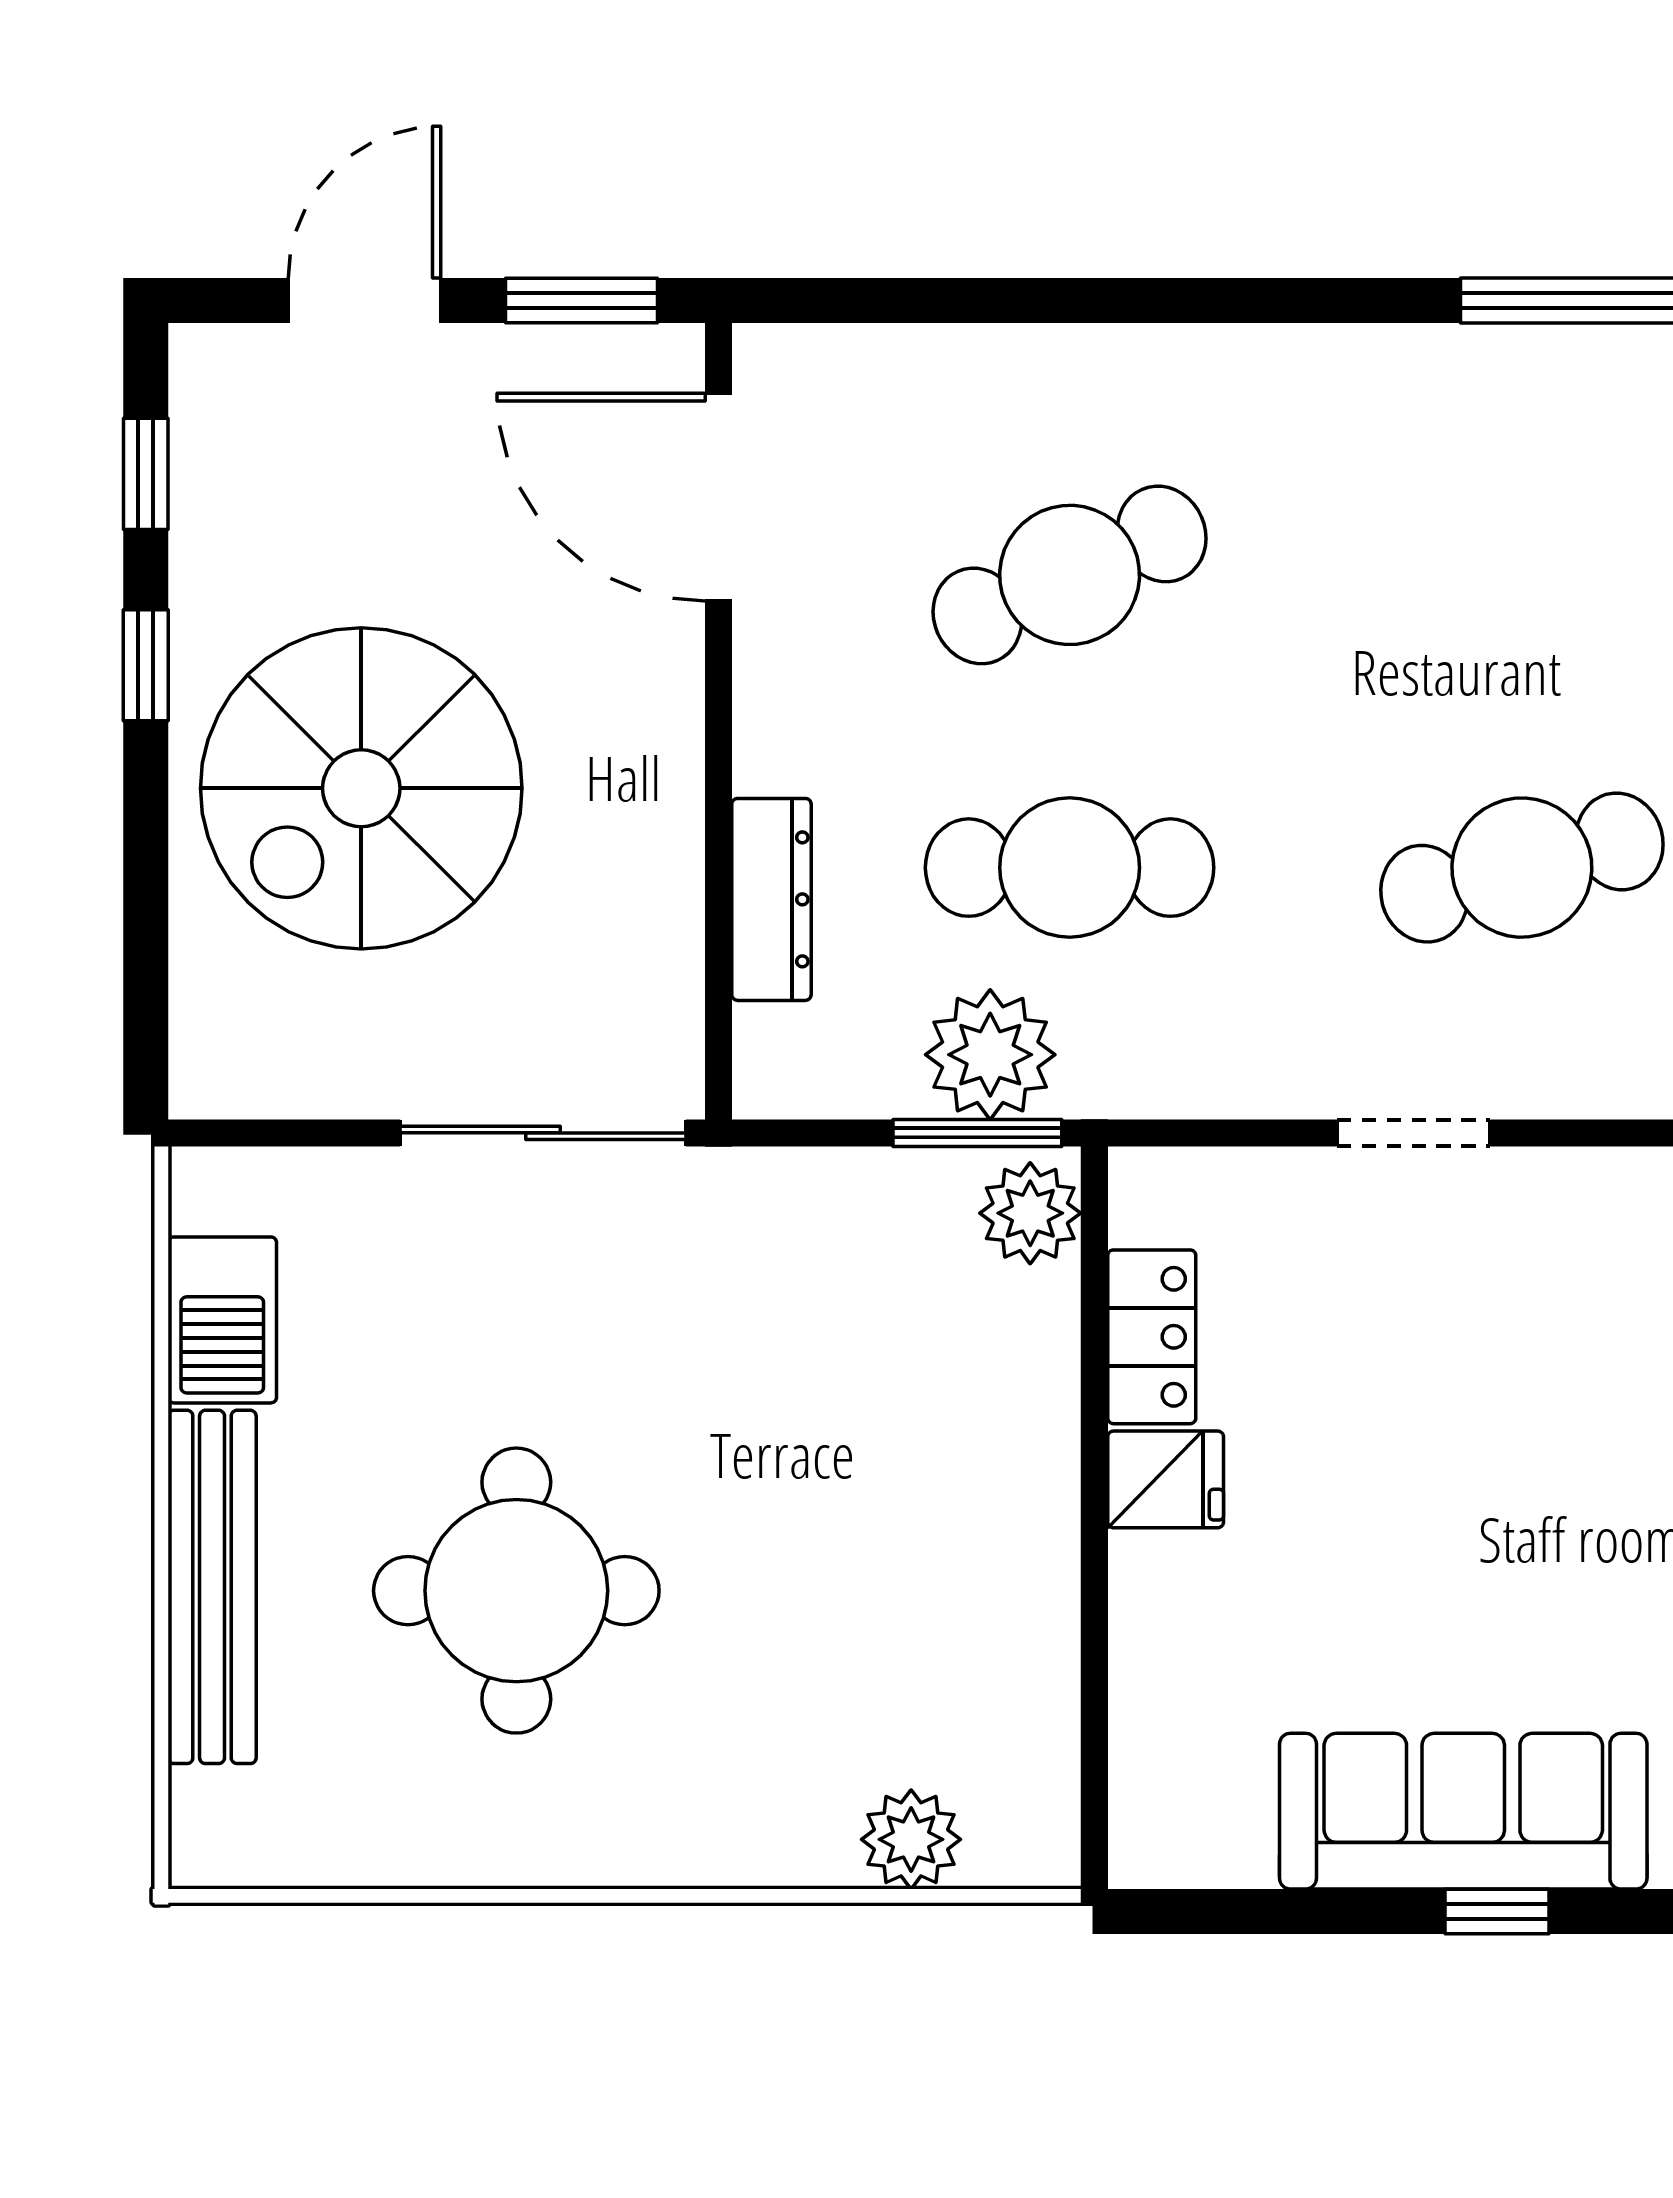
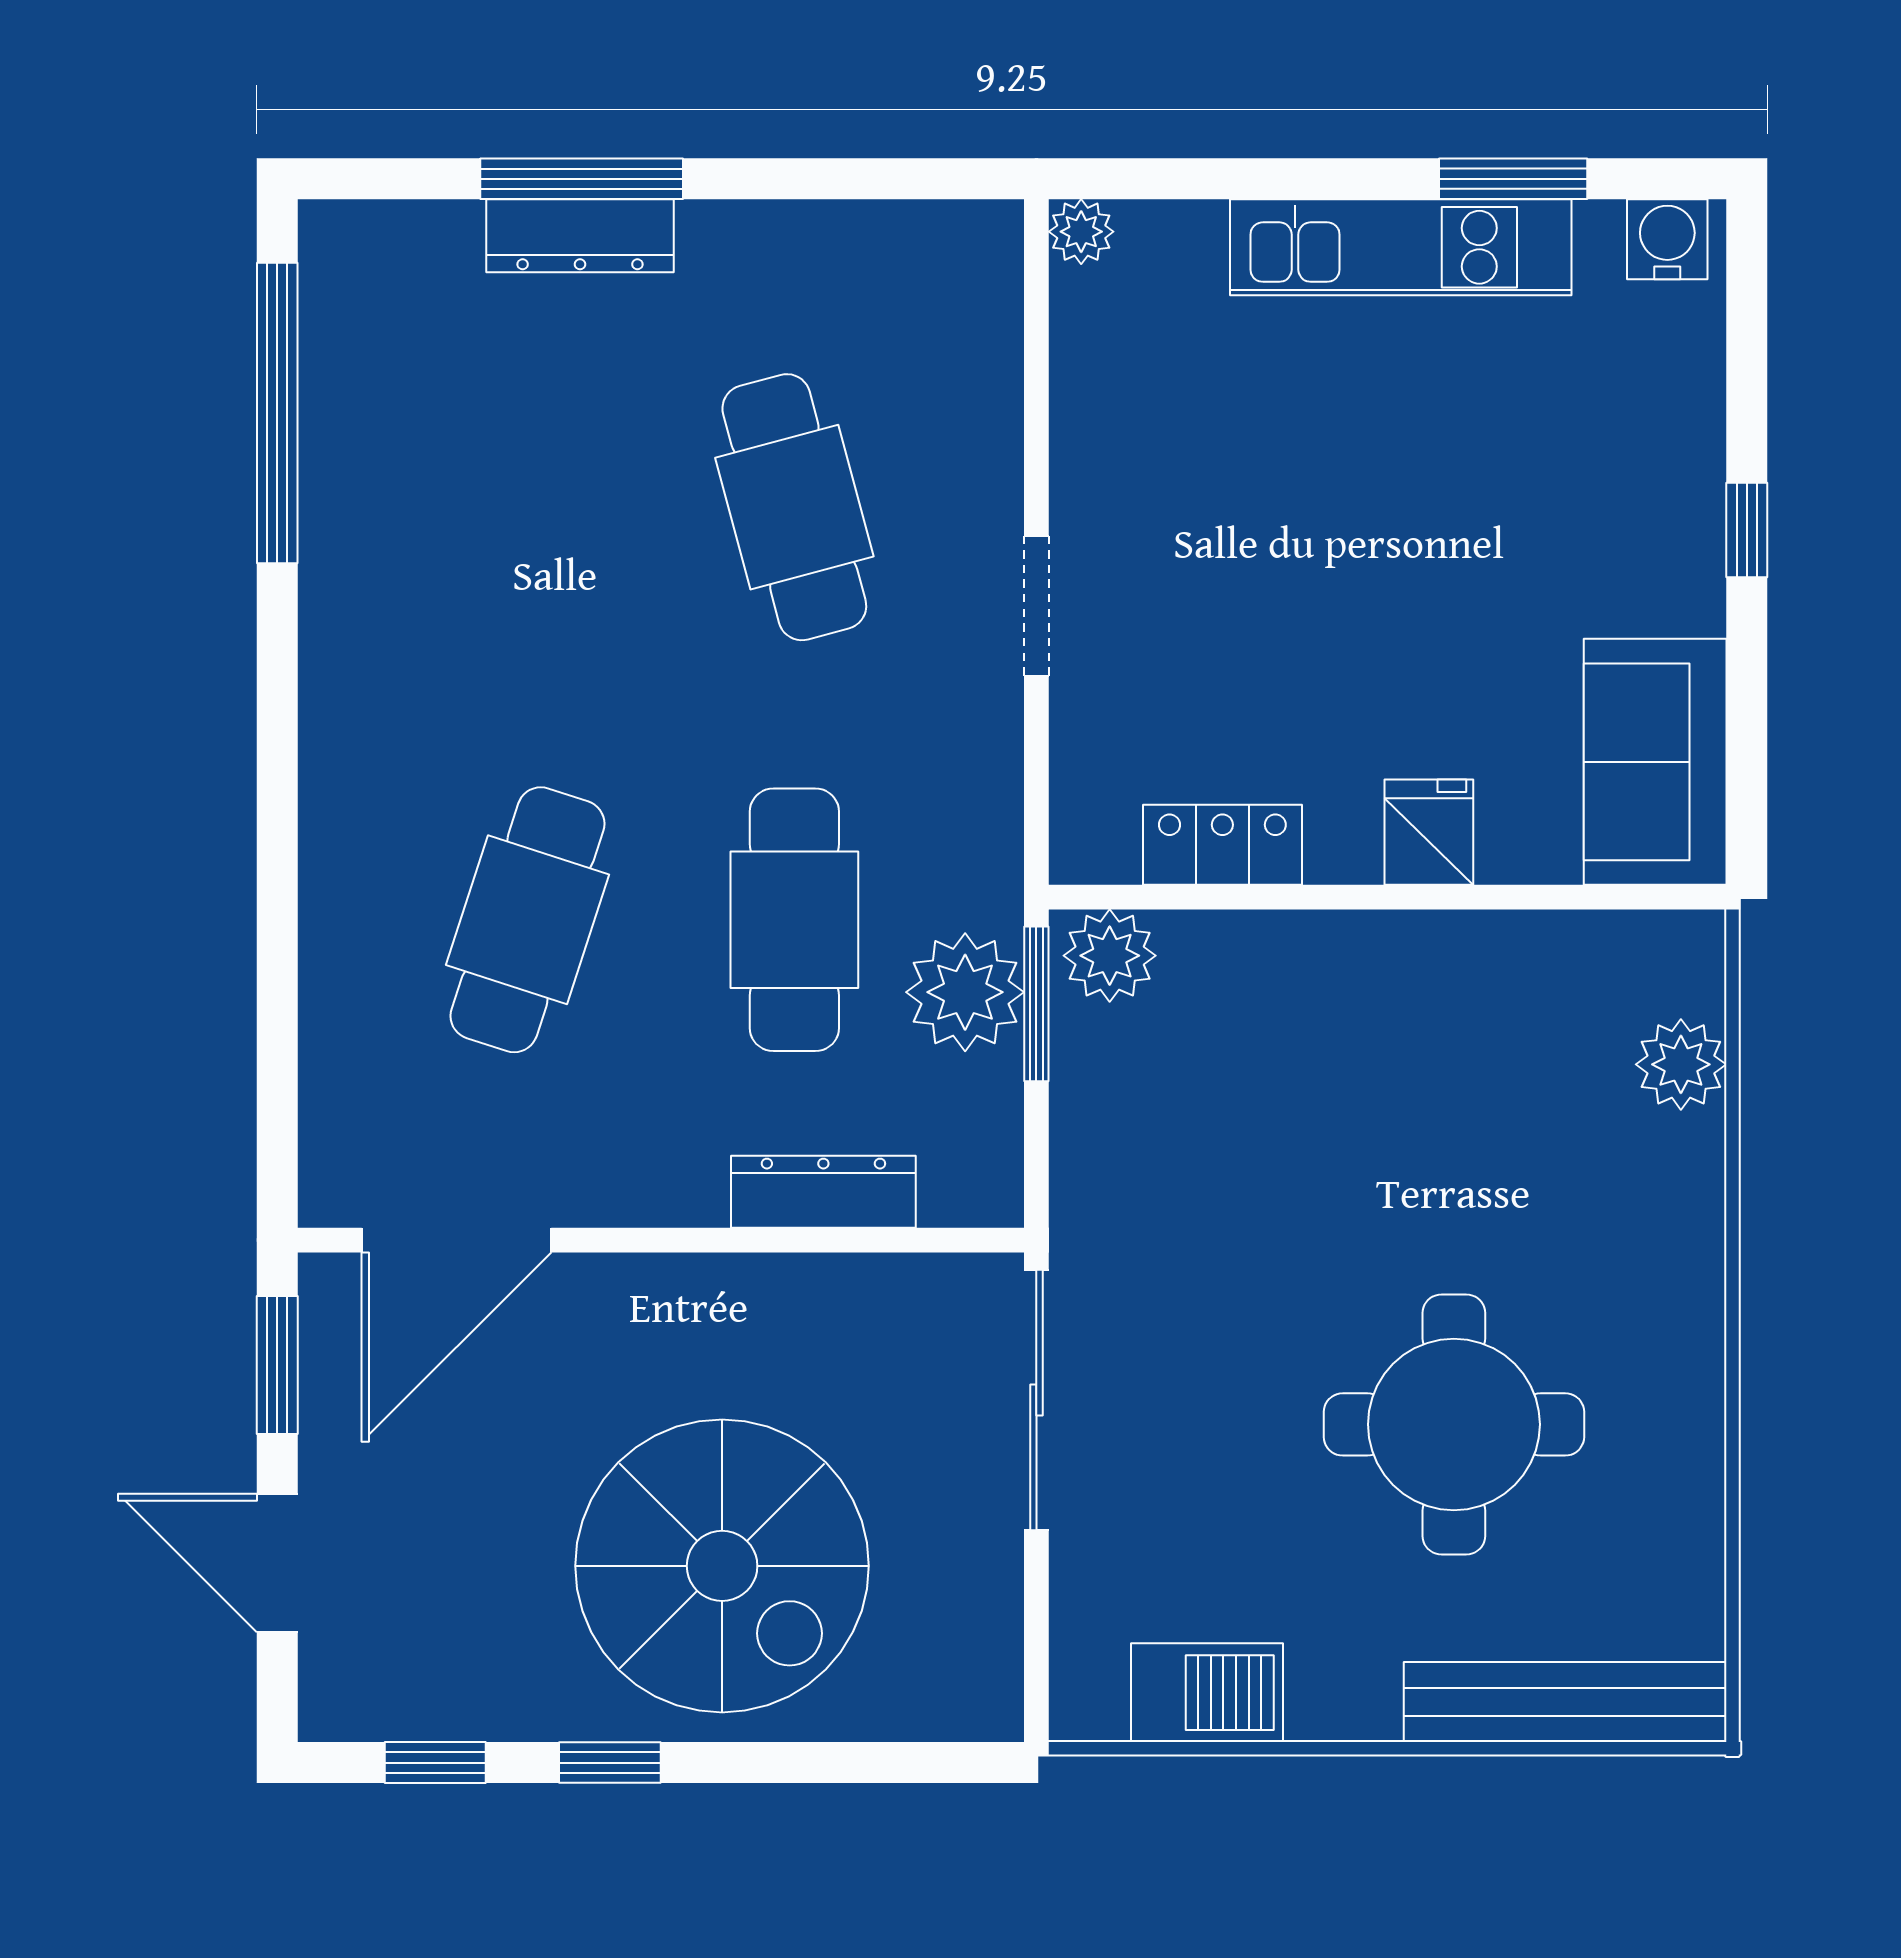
cafe table: (1070, 575) -> (527, 920), turned 42
fridge: (1166, 1479) -> (1429, 832), moved
bench: (212, 1587) -> (1565, 1702), moved
sofa: (1463, 1811) -> (1655, 762), moved, width x0.73

